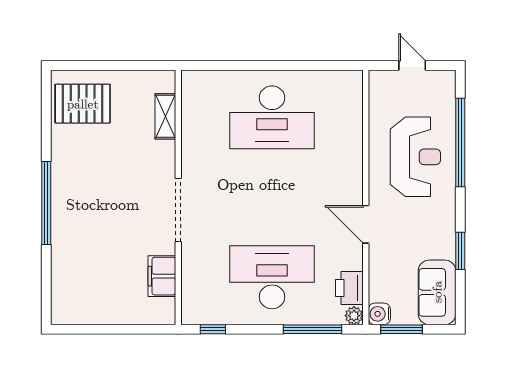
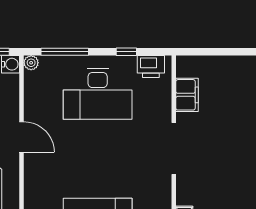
printer: (349, 288) -> (151, 66), moved, turned 90
window: (213, 329) -> (126, 52), moved

